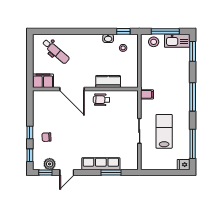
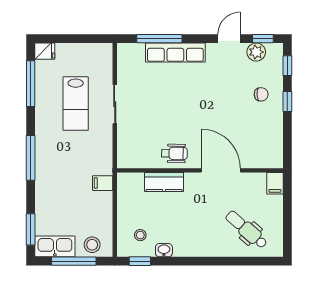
filing cabinet: (43, 81) -> (275, 183), width x0.50
filing cabinet: (147, 94) -> (103, 183), moved
window: (111, 173) -> (159, 39), width x1.44

